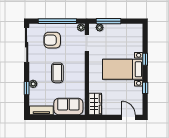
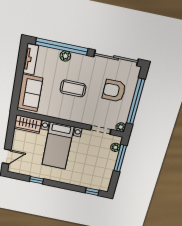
armchair: (52, 40) -> (114, 91), turned -90
window: (145, 59) -> (92, 192), moved
bed with nightstands: (123, 69) -> (58, 146), moved, turned 180
window: (27, 88) -> (62, 46), width x3.17

